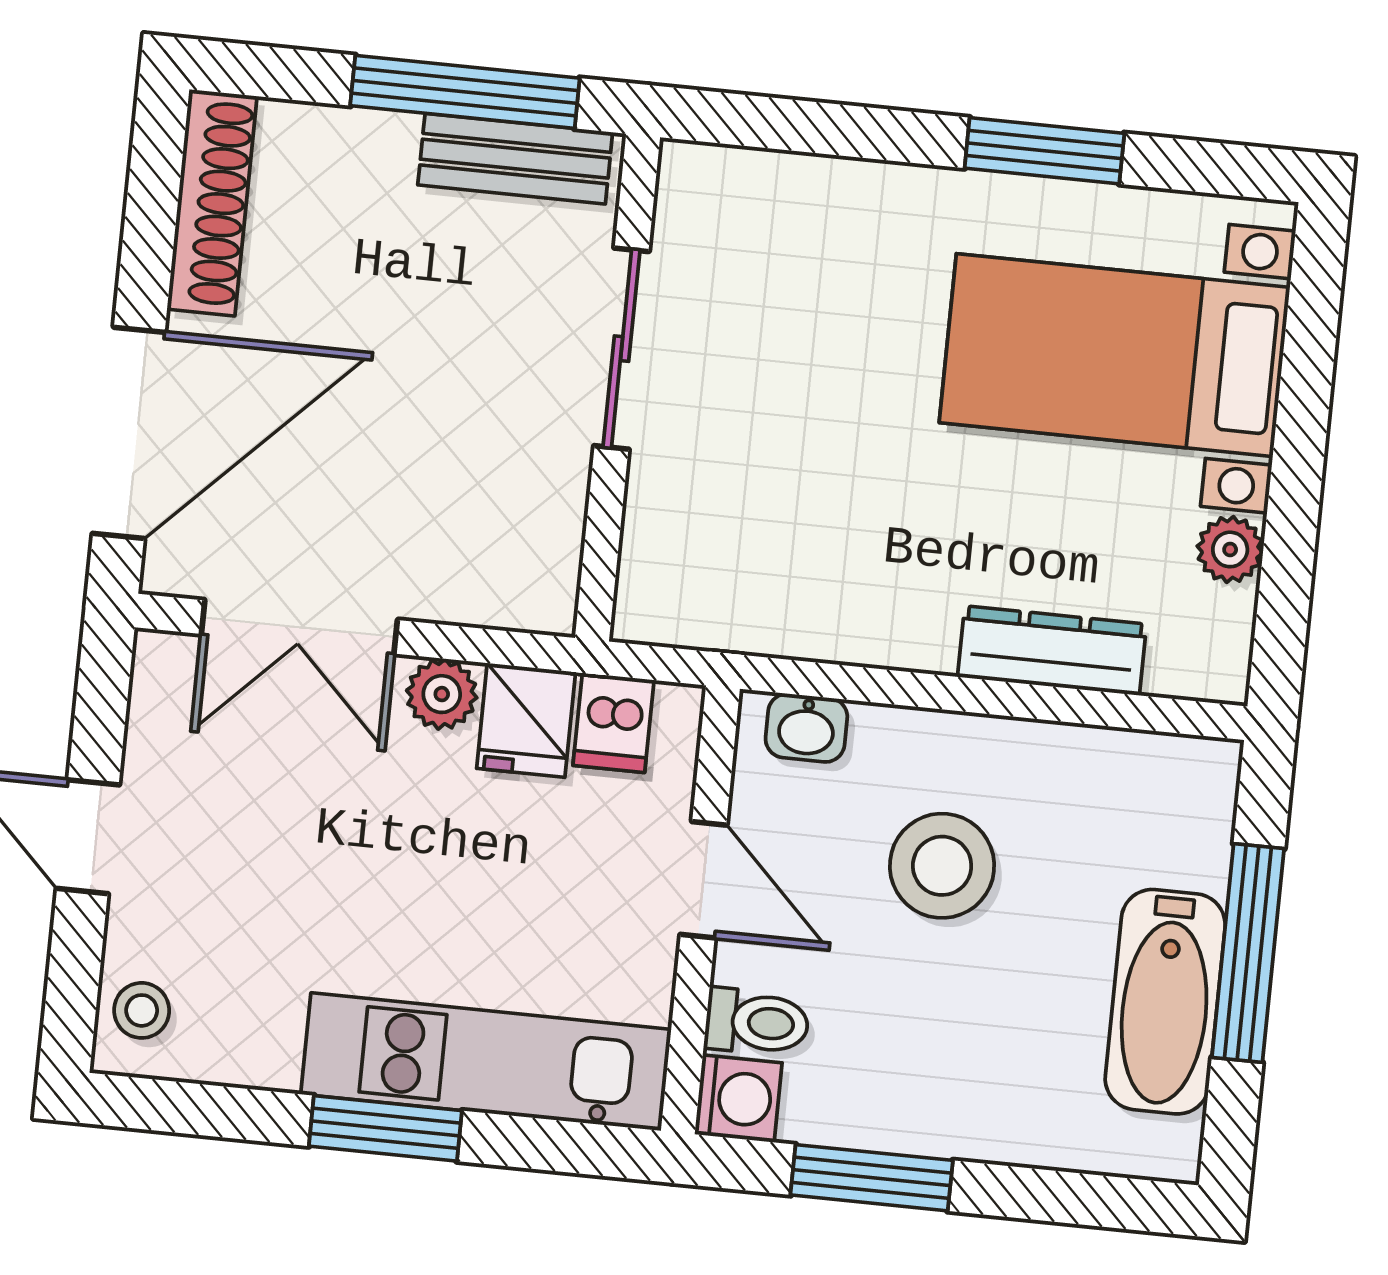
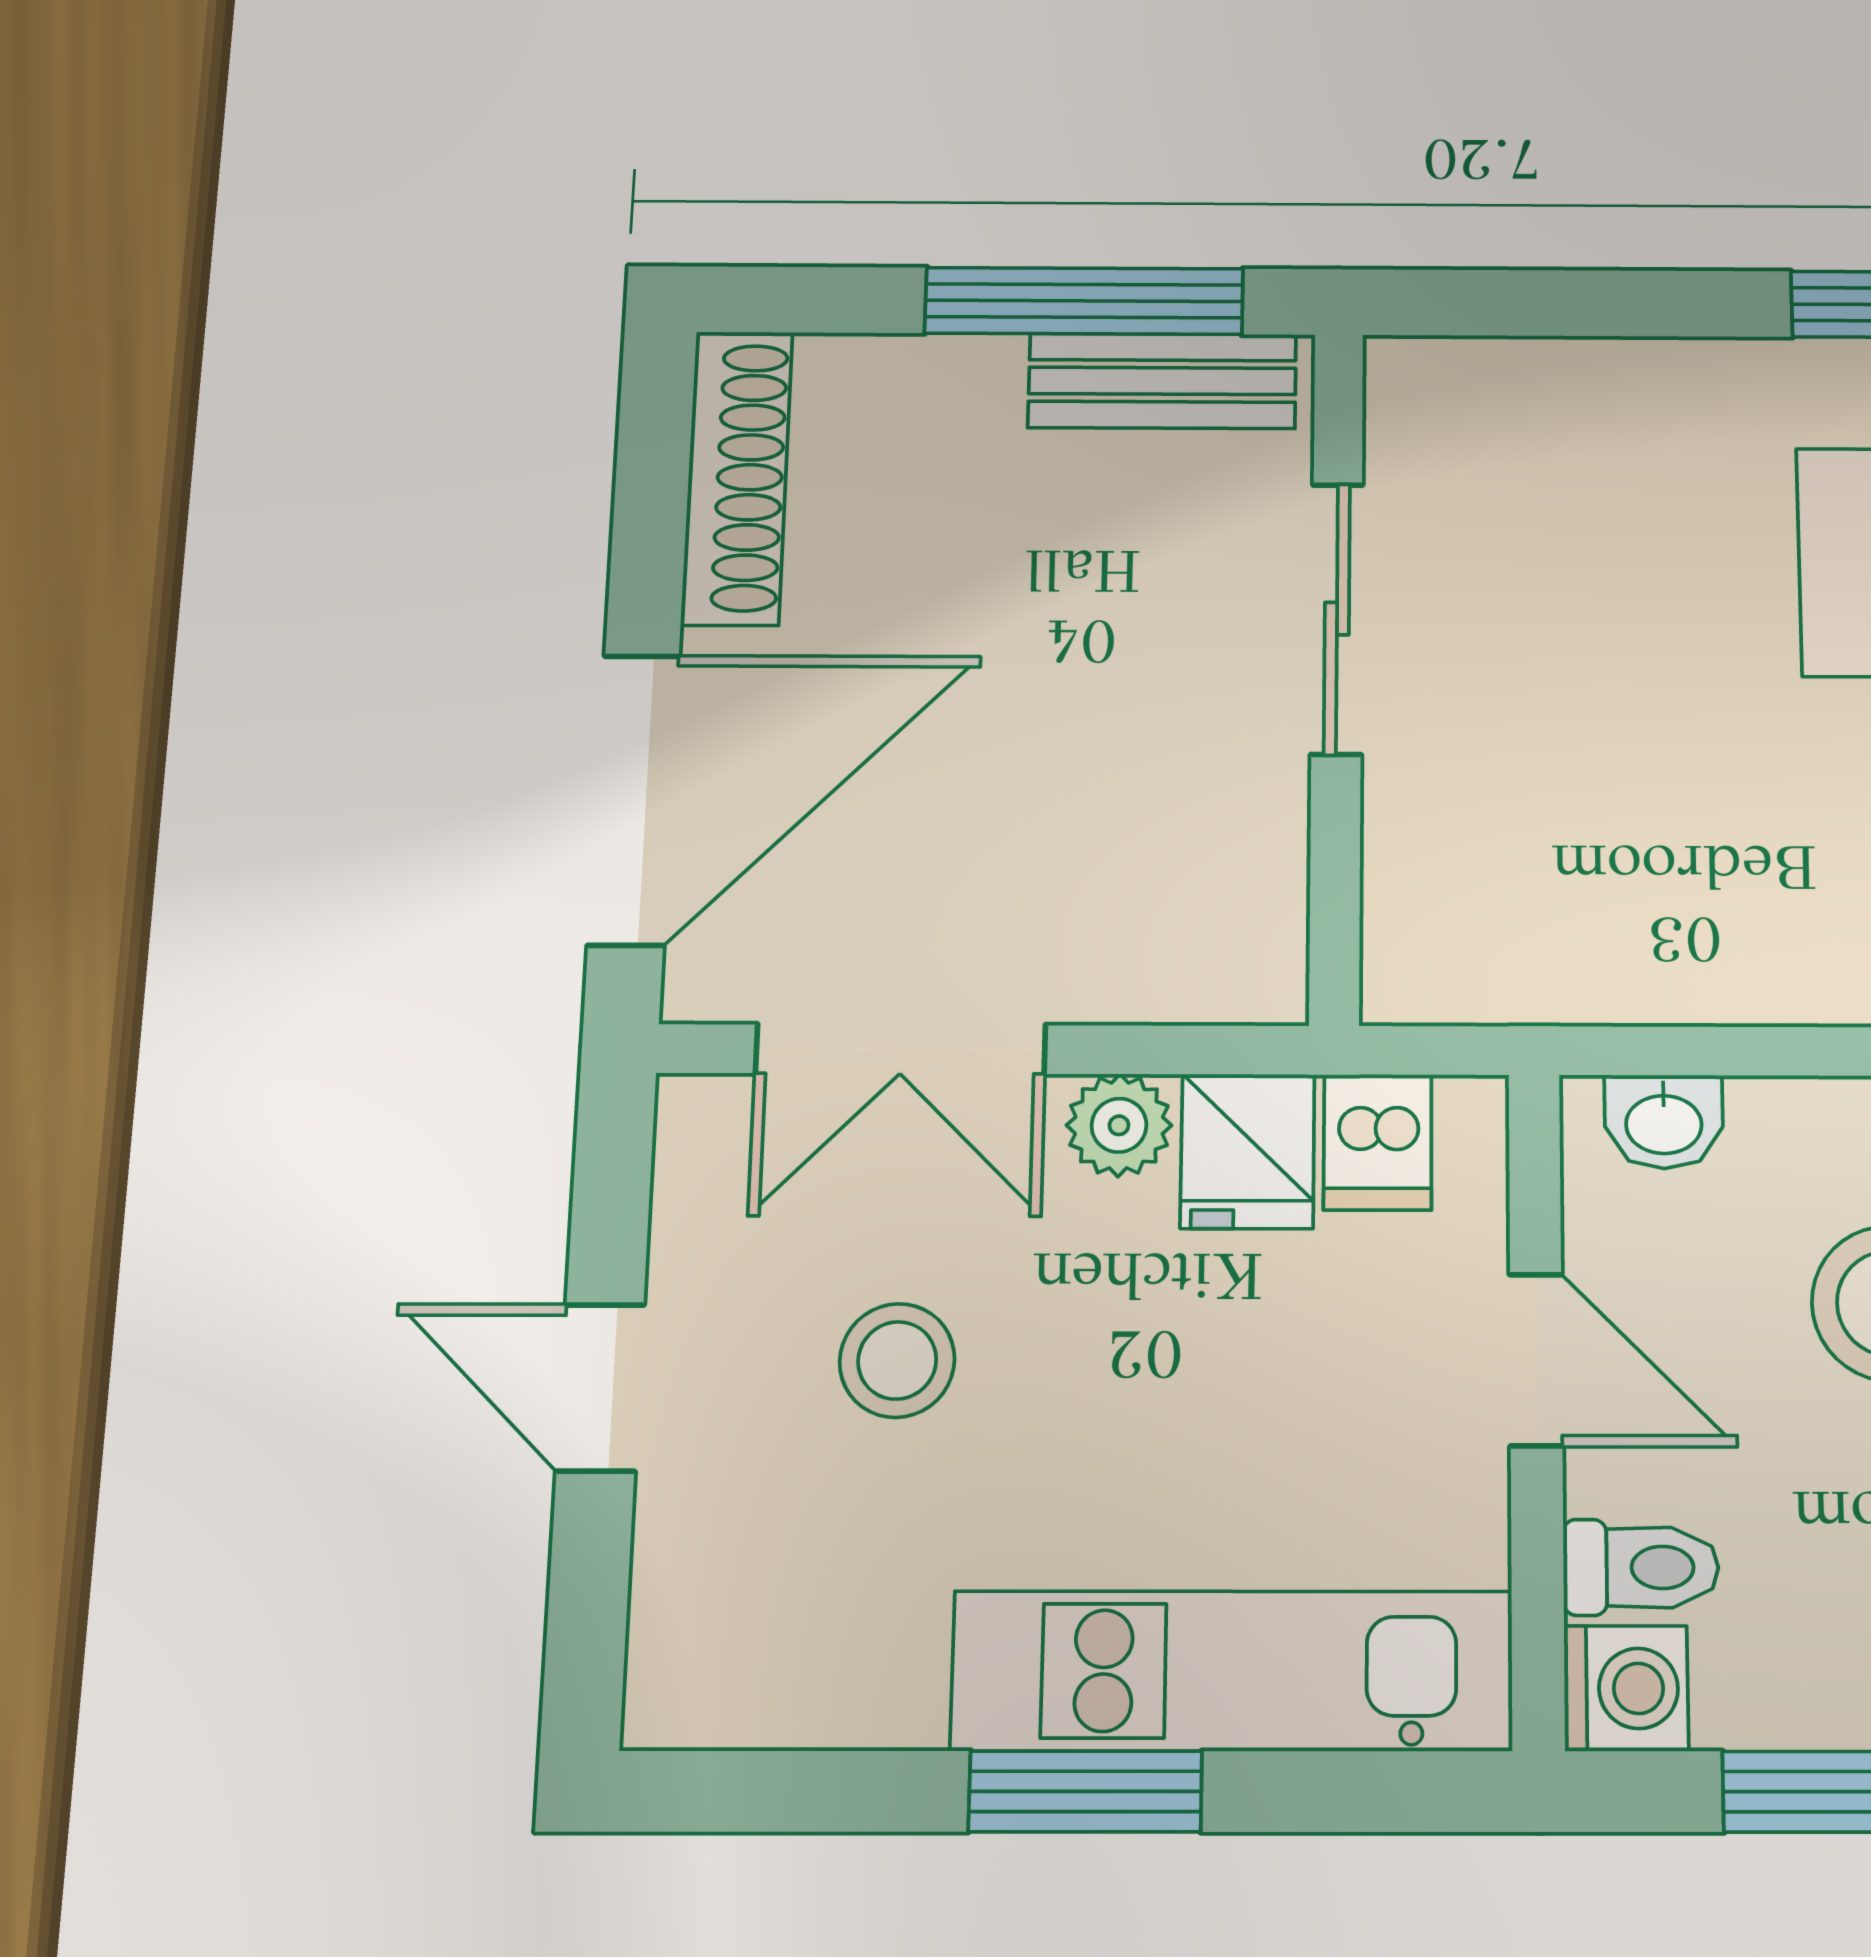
stool: (142, 1010) -> (897, 1360), moved, width x1.37, depth x1.37

